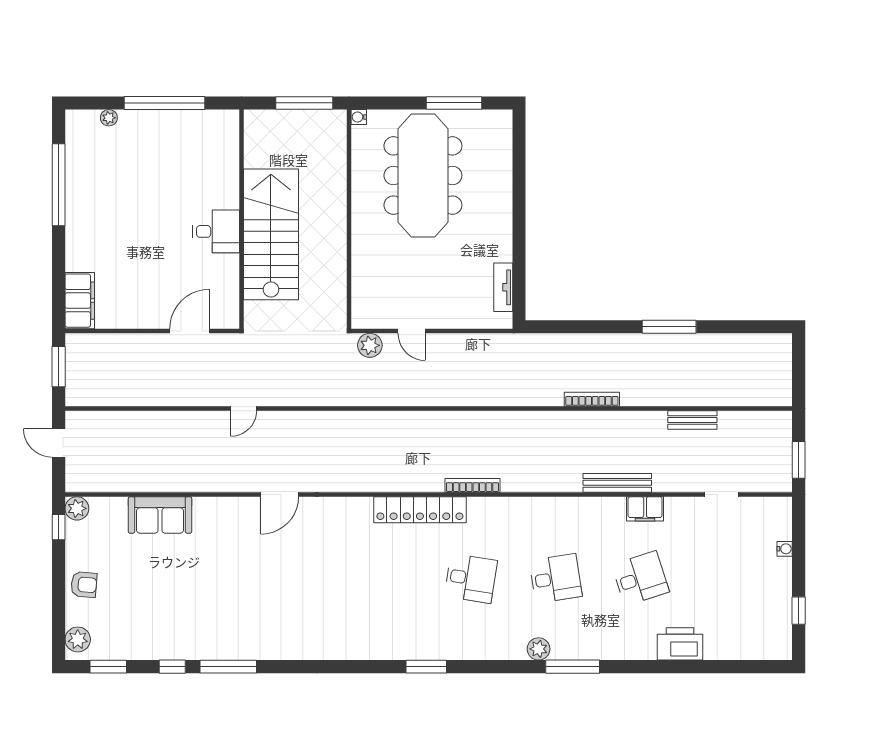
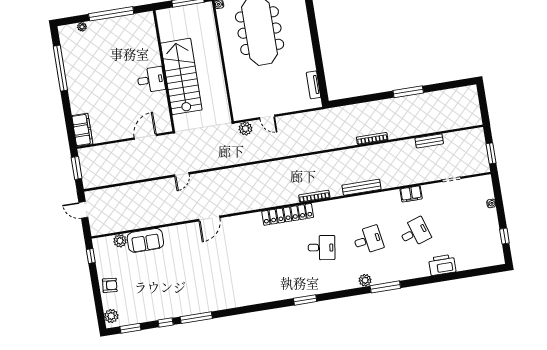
bench: (617, 483) -> (362, 187), moved
plant: (77, 508) -> (120, 241), moved

